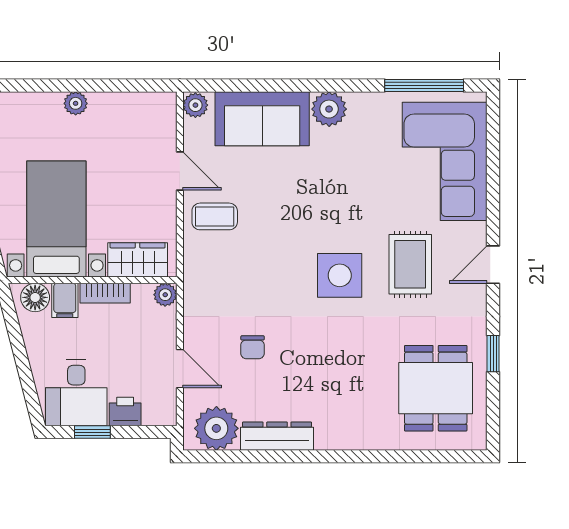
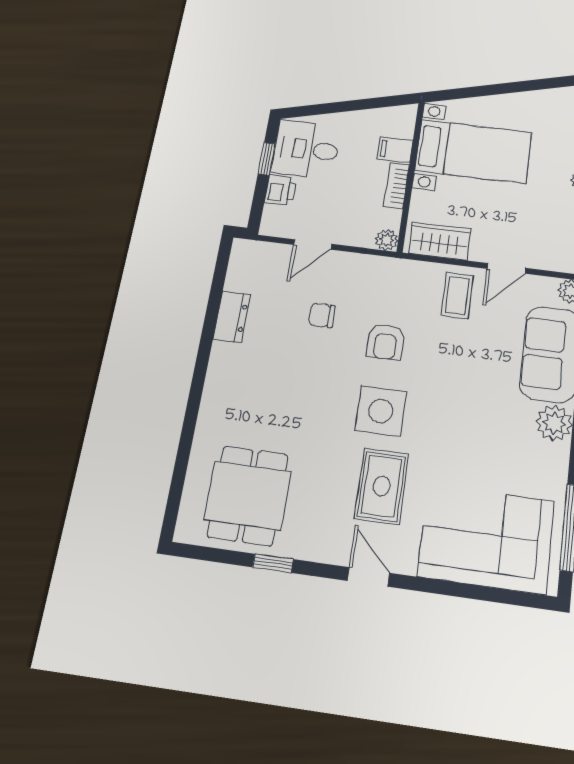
wardrobe: (138, 260) -> (440, 241), moved, turned -90
rug: (410, 264) -> (382, 486), turned 90
armchair: (271, 281) -> (385, 342), added
floor lamp: (35, 297) -> (402, 125), removed
dining table: (436, 388) -> (248, 495), turned 90
plant: (216, 428) -> (248, 271), removed
dresser: (277, 436) -> (232, 317), width x0.70

